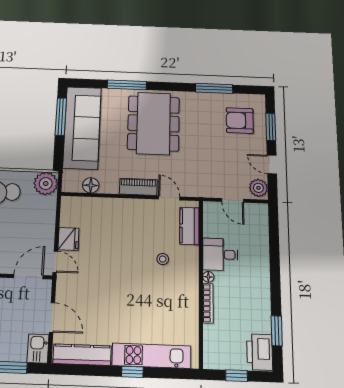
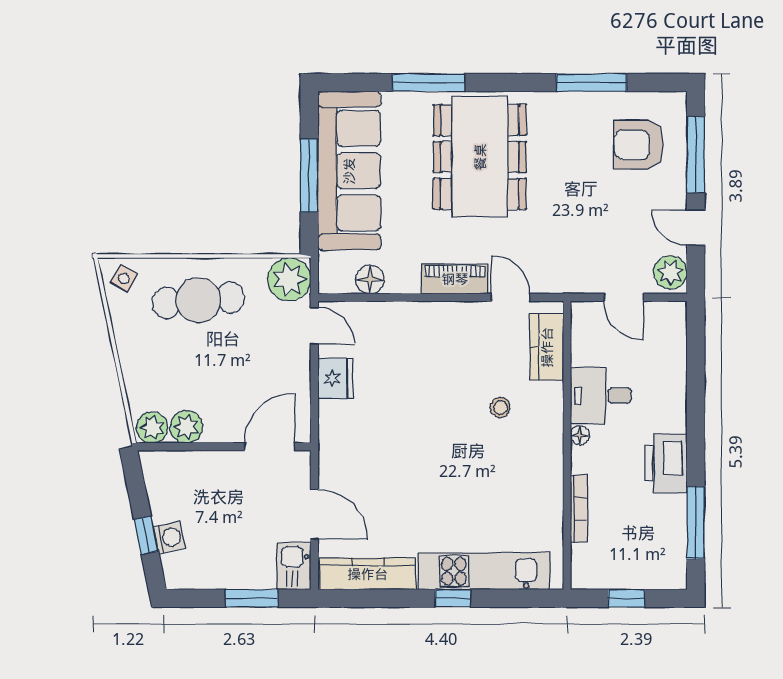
window: (61, 117) -> (309, 176), moved
window: (271, 127) -> (696, 155), width x1.44
door: (55, 262) -> (314, 326), moved
bookcase: (208, 303) -> (579, 509), moved
window: (277, 331) -> (696, 523), width x1.44
printer: (260, 352) -> (666, 464), moved

